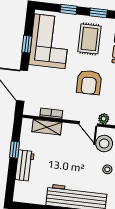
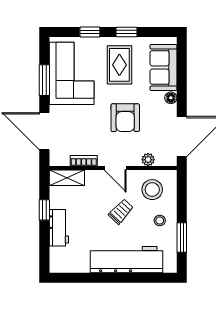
window: (27, 44) -> (44, 80), width x1.50
door: (88, 124) -> (115, 168), moved
shelving: (47, 127) -> (67, 178), moved
trolley: (77, 158) -> (121, 212), added

